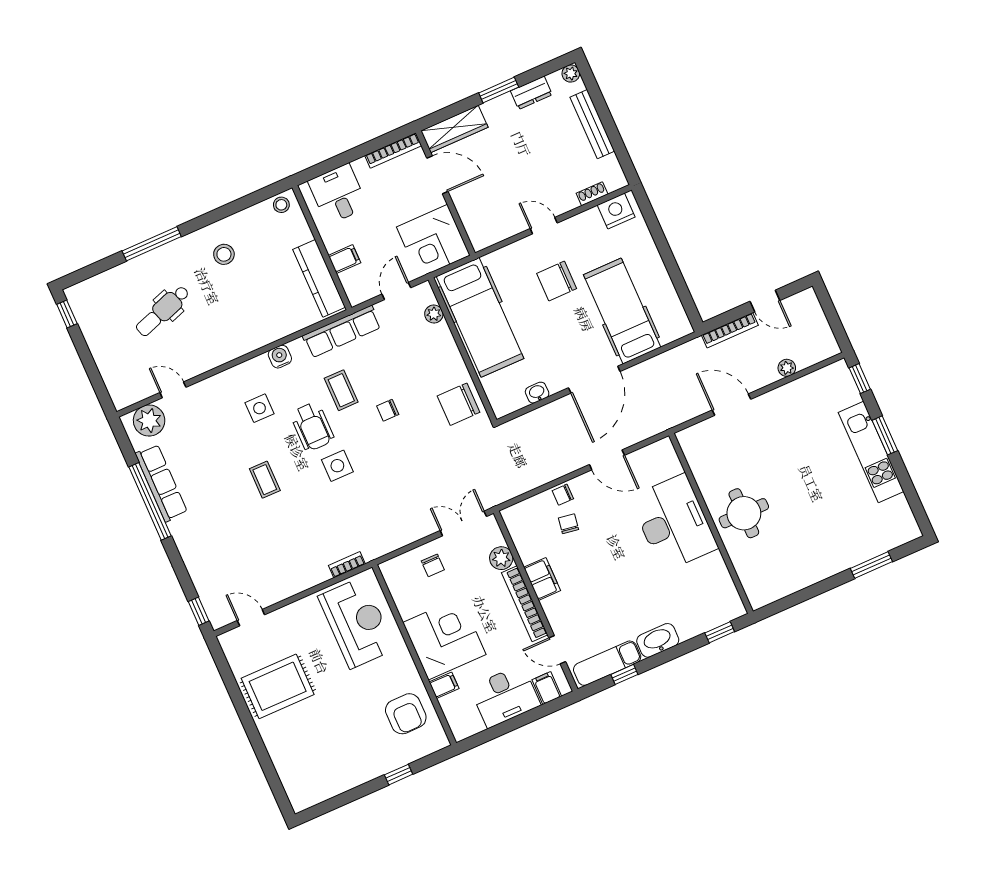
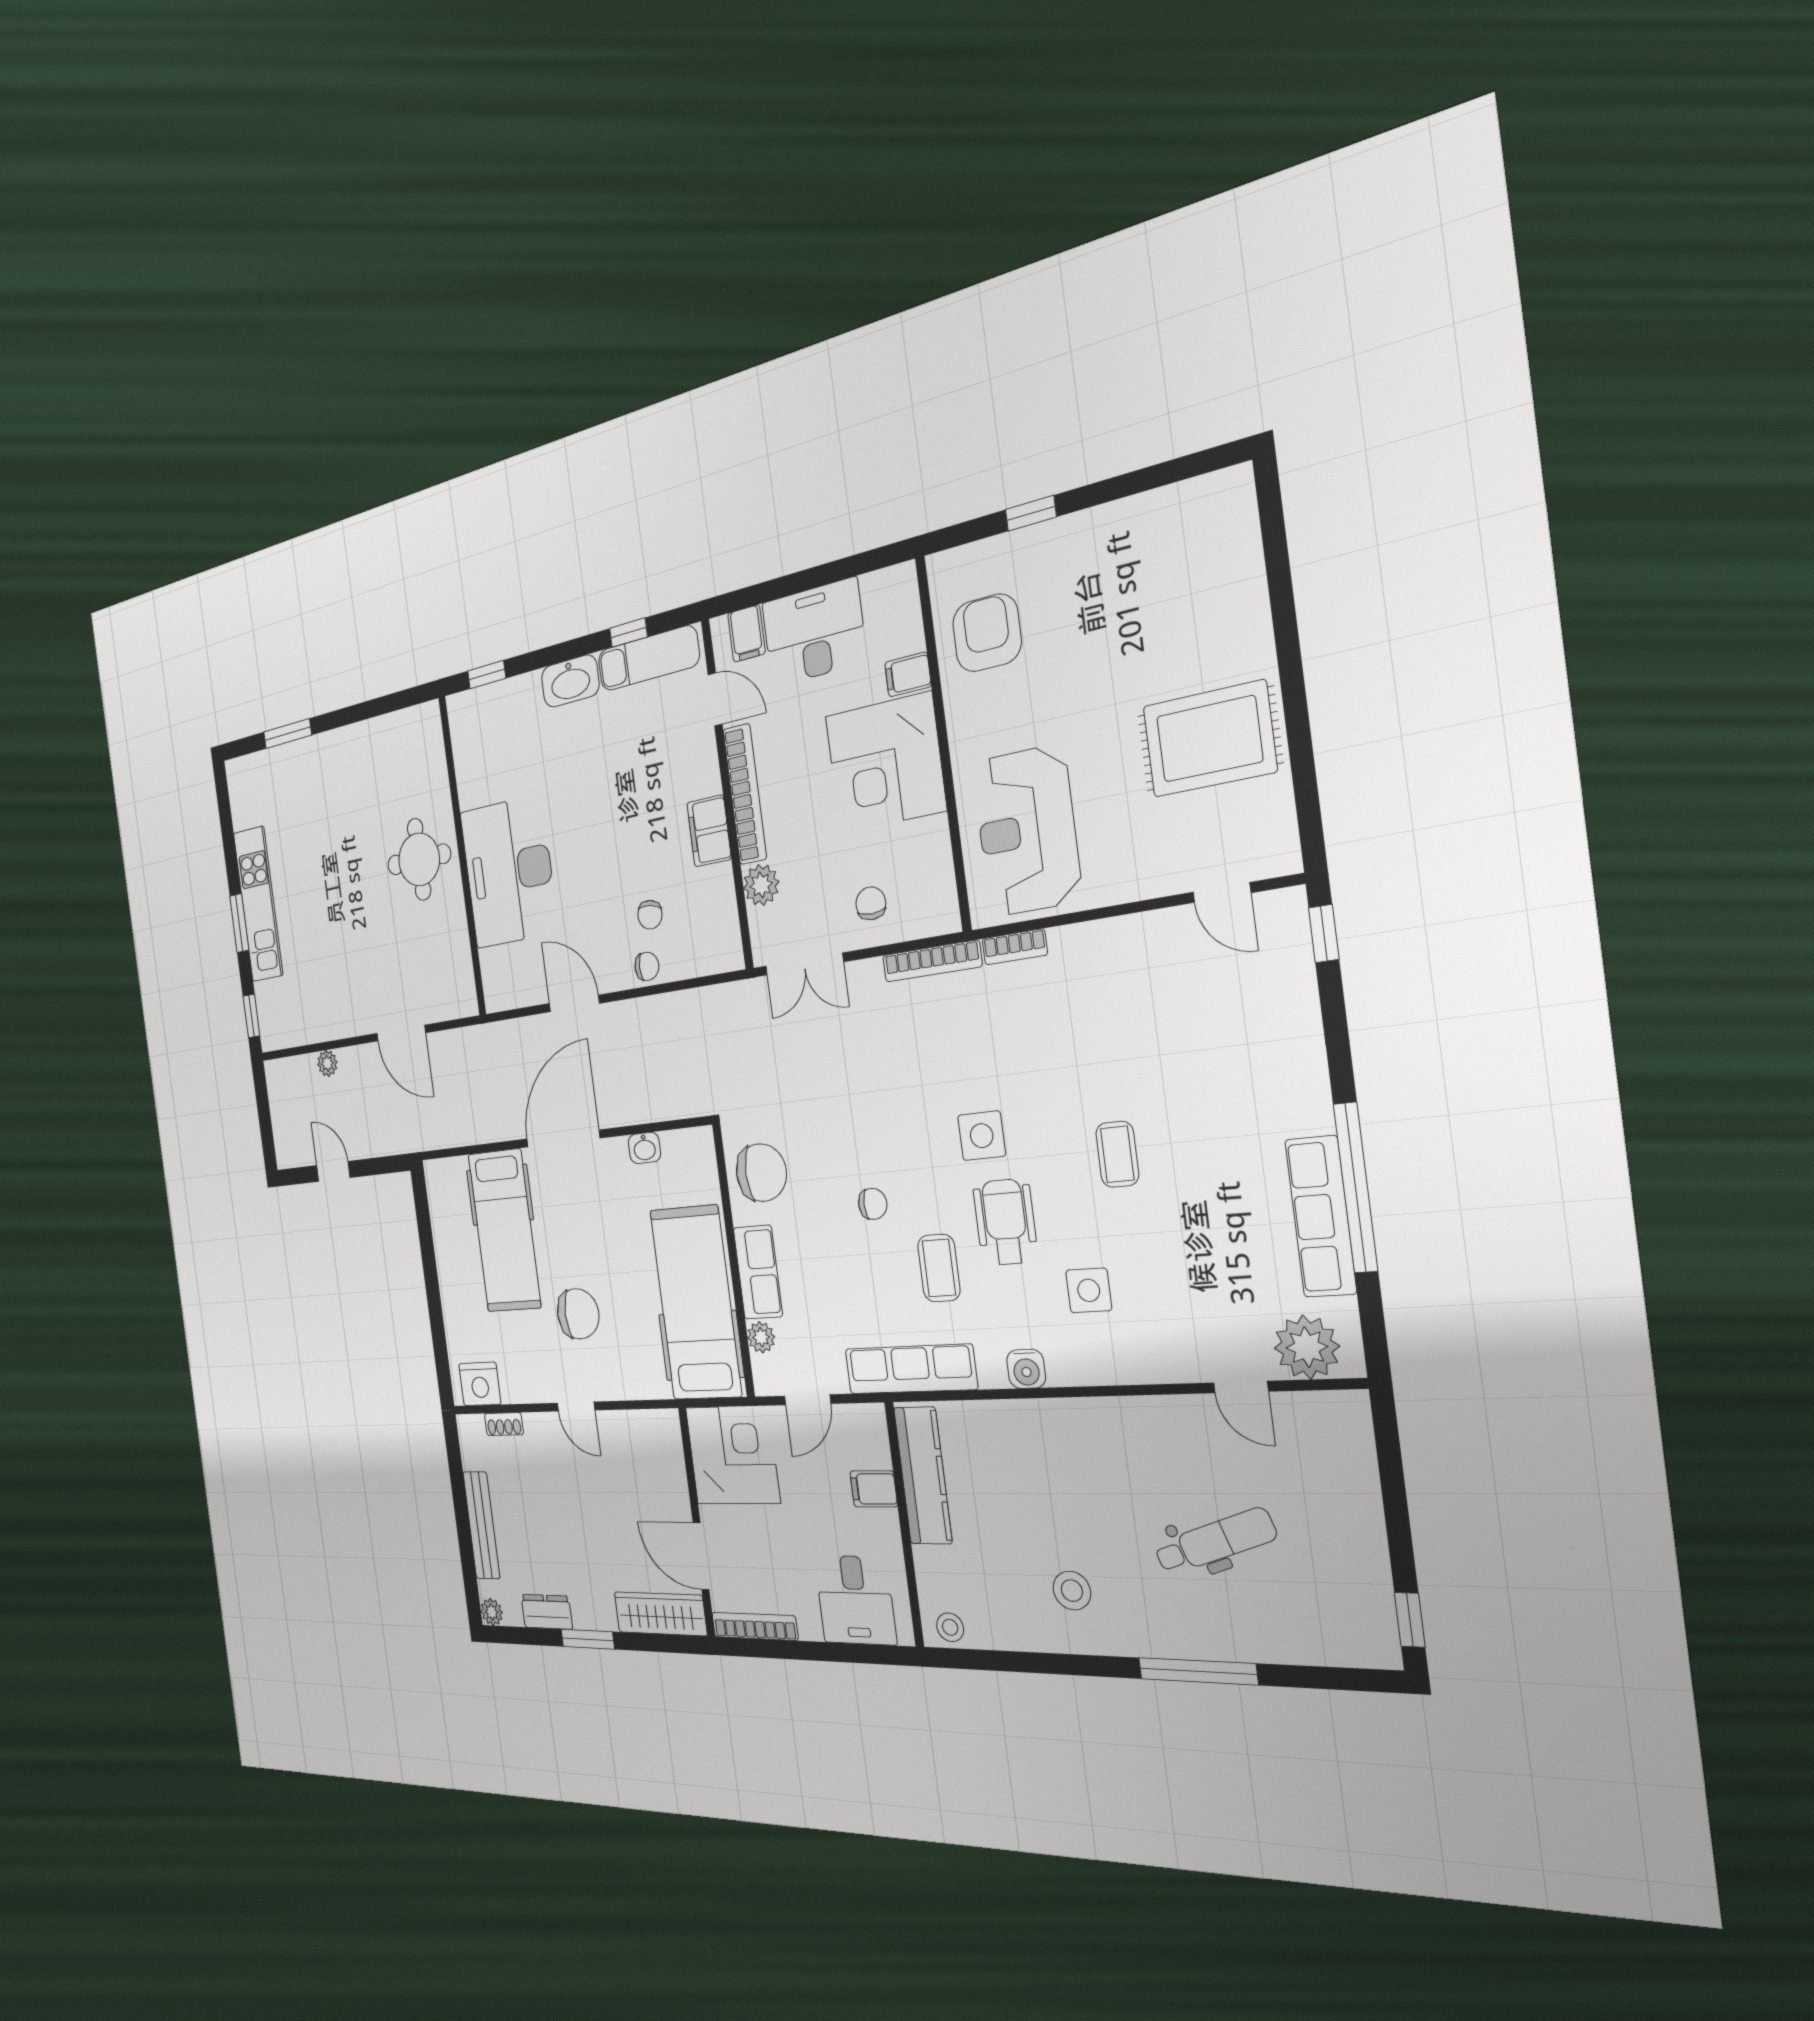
bookcase: (730, 330) -> (932, 961), moved, turned 180
row of seats: (446, 349) -> (758, 1272), added

